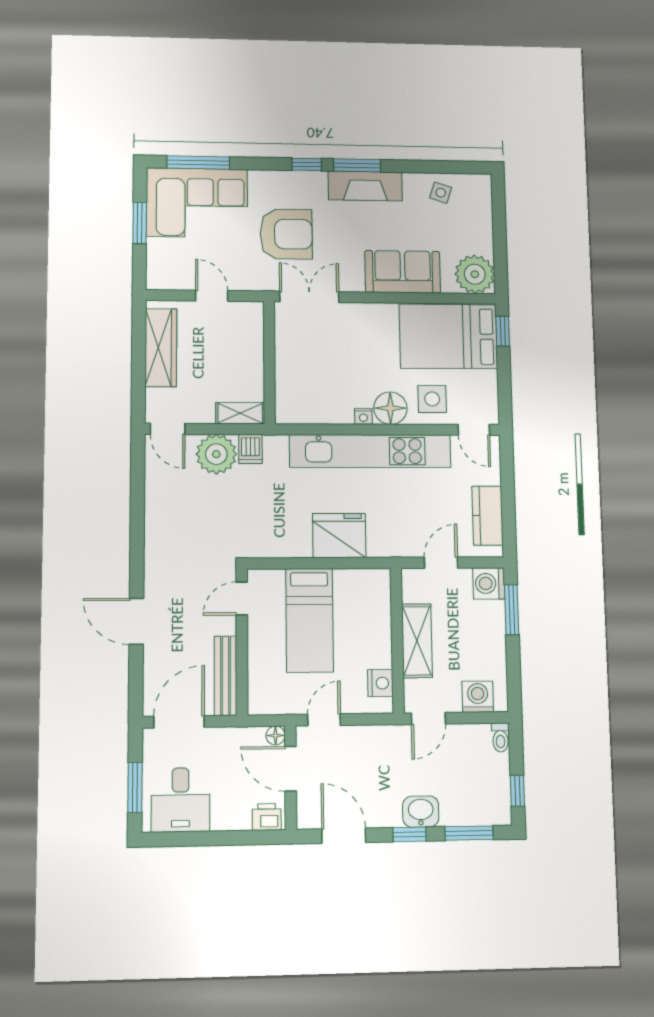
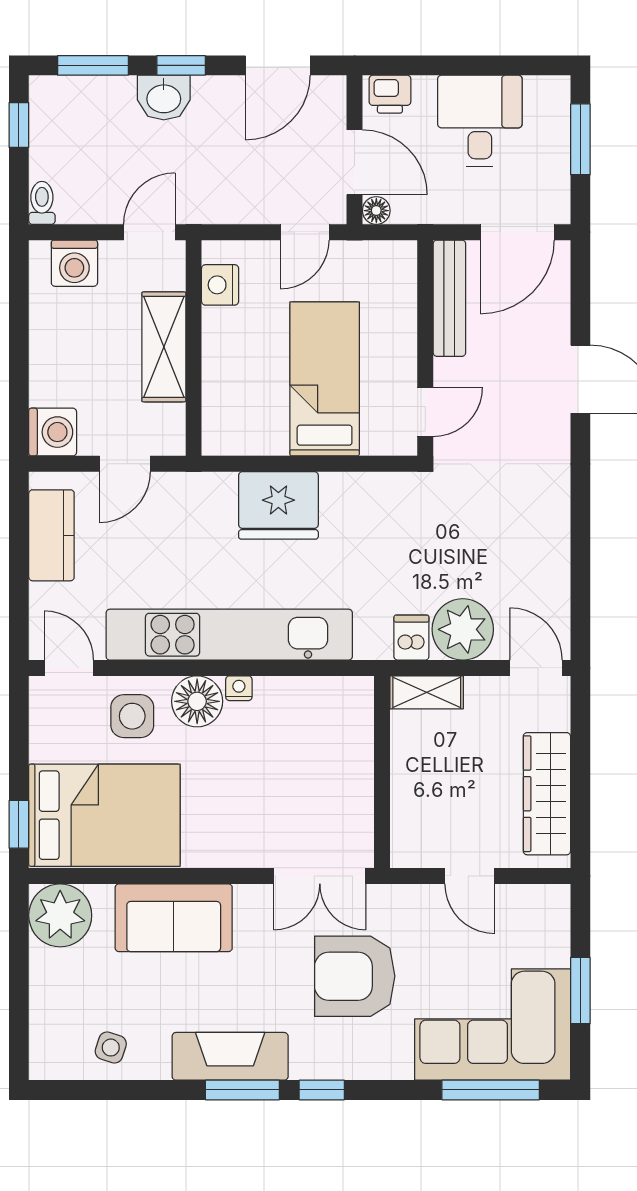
window: (512, 610) -> (19, 392), removed
desk: (180, 800) -> (480, 121), moved
door: (344, 836) -> (278, 65), hinge flipped

